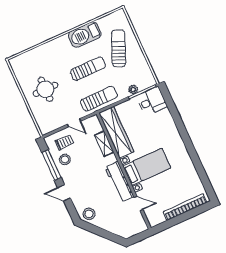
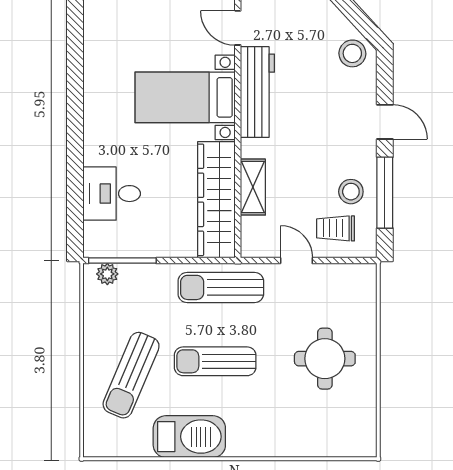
plant: (133, 89) -> (107, 274), moved
desk: (152, 101) -> (112, 194), moved

